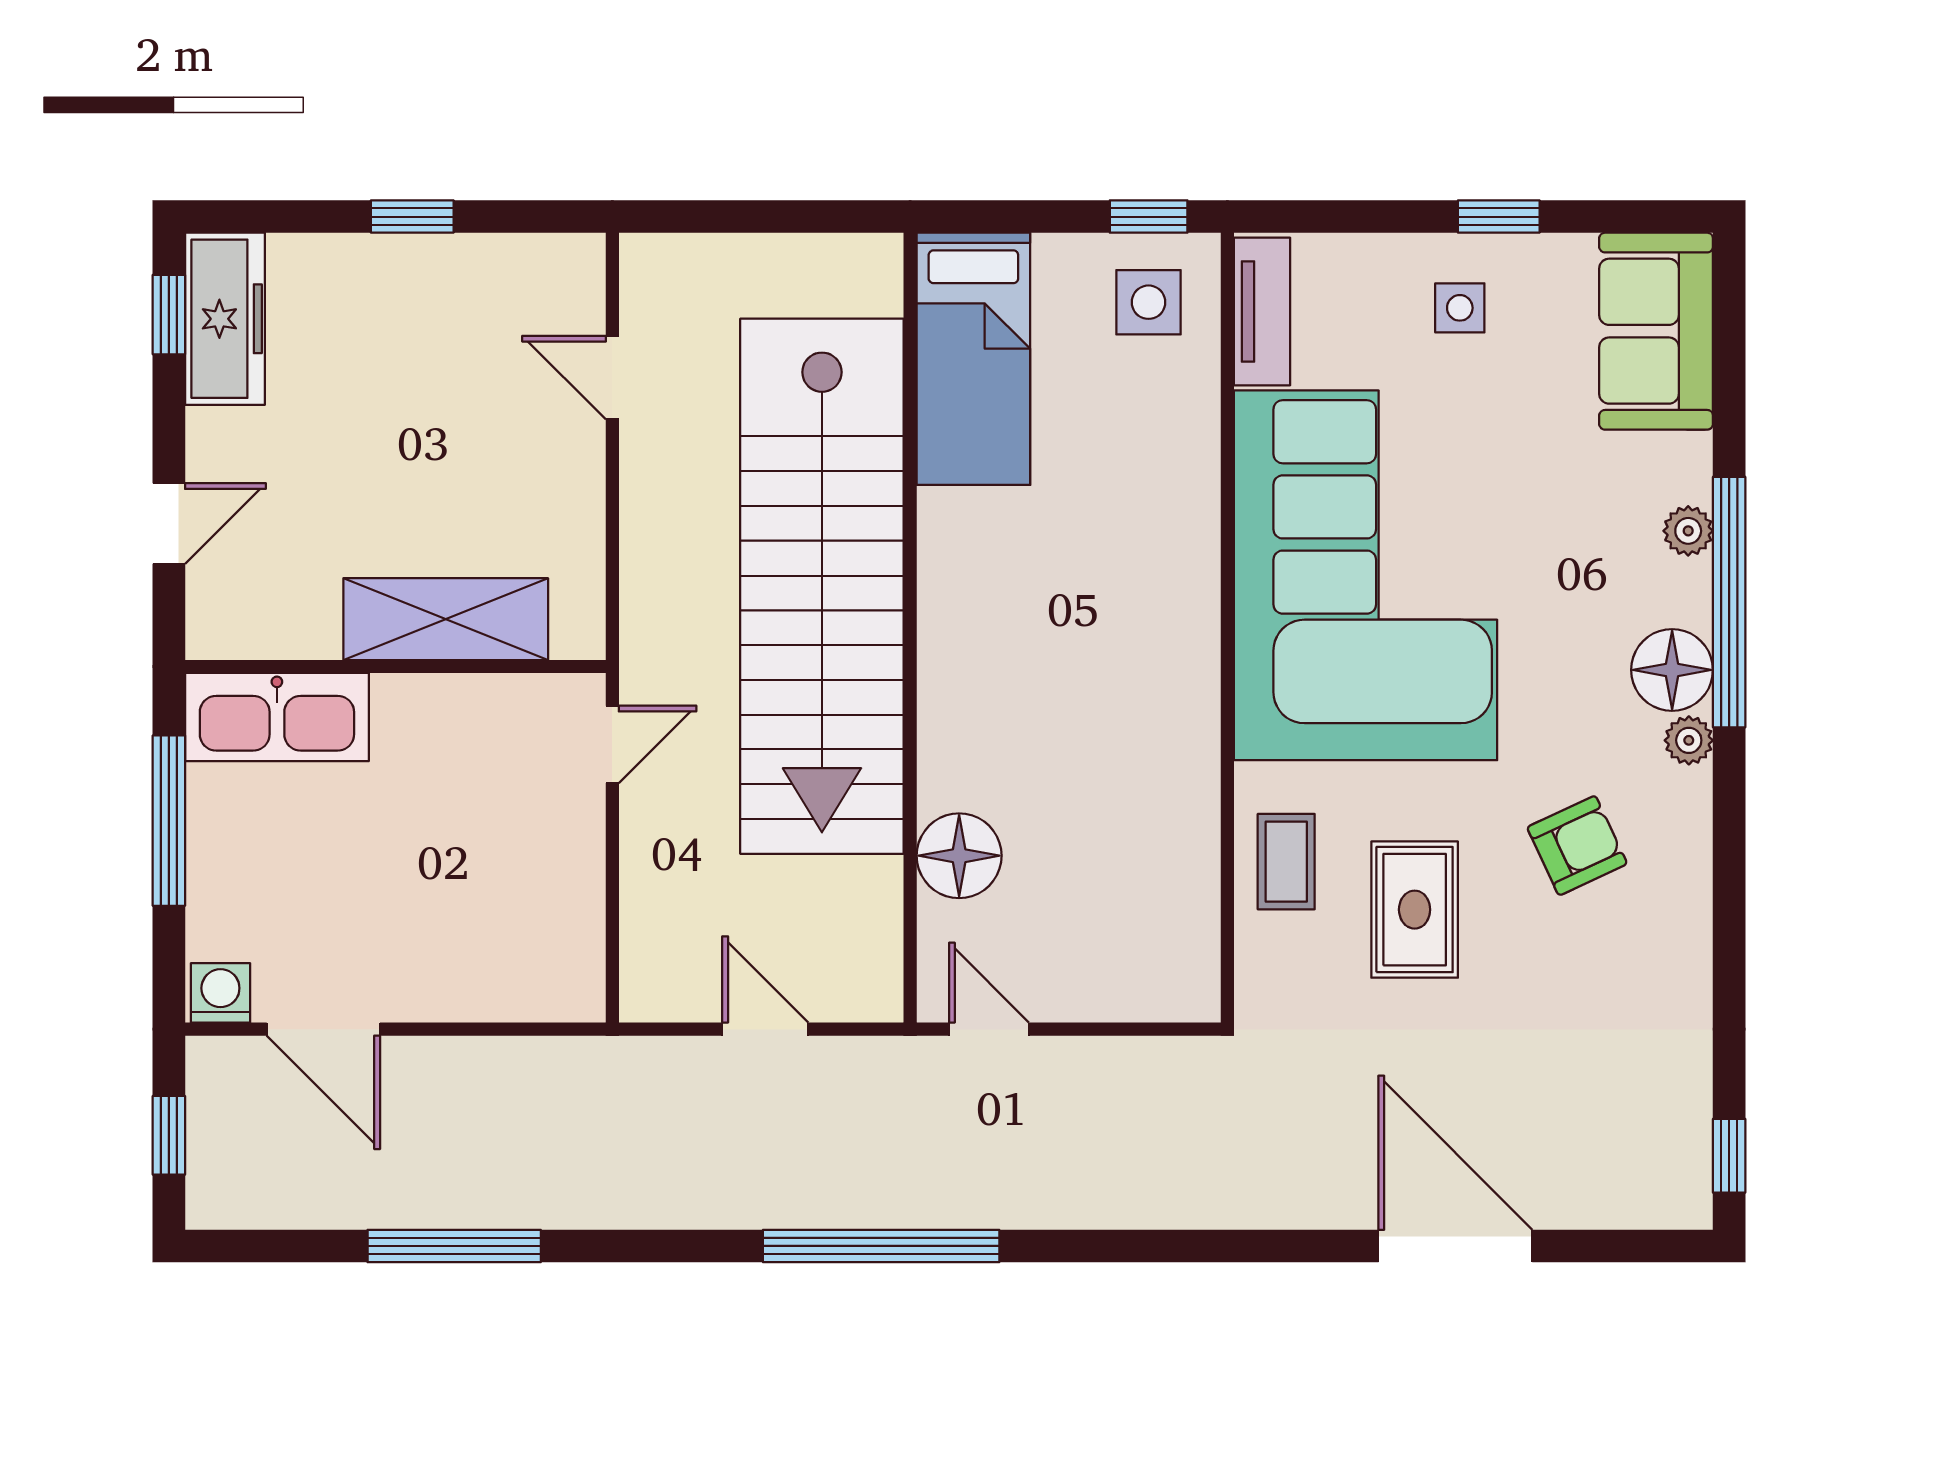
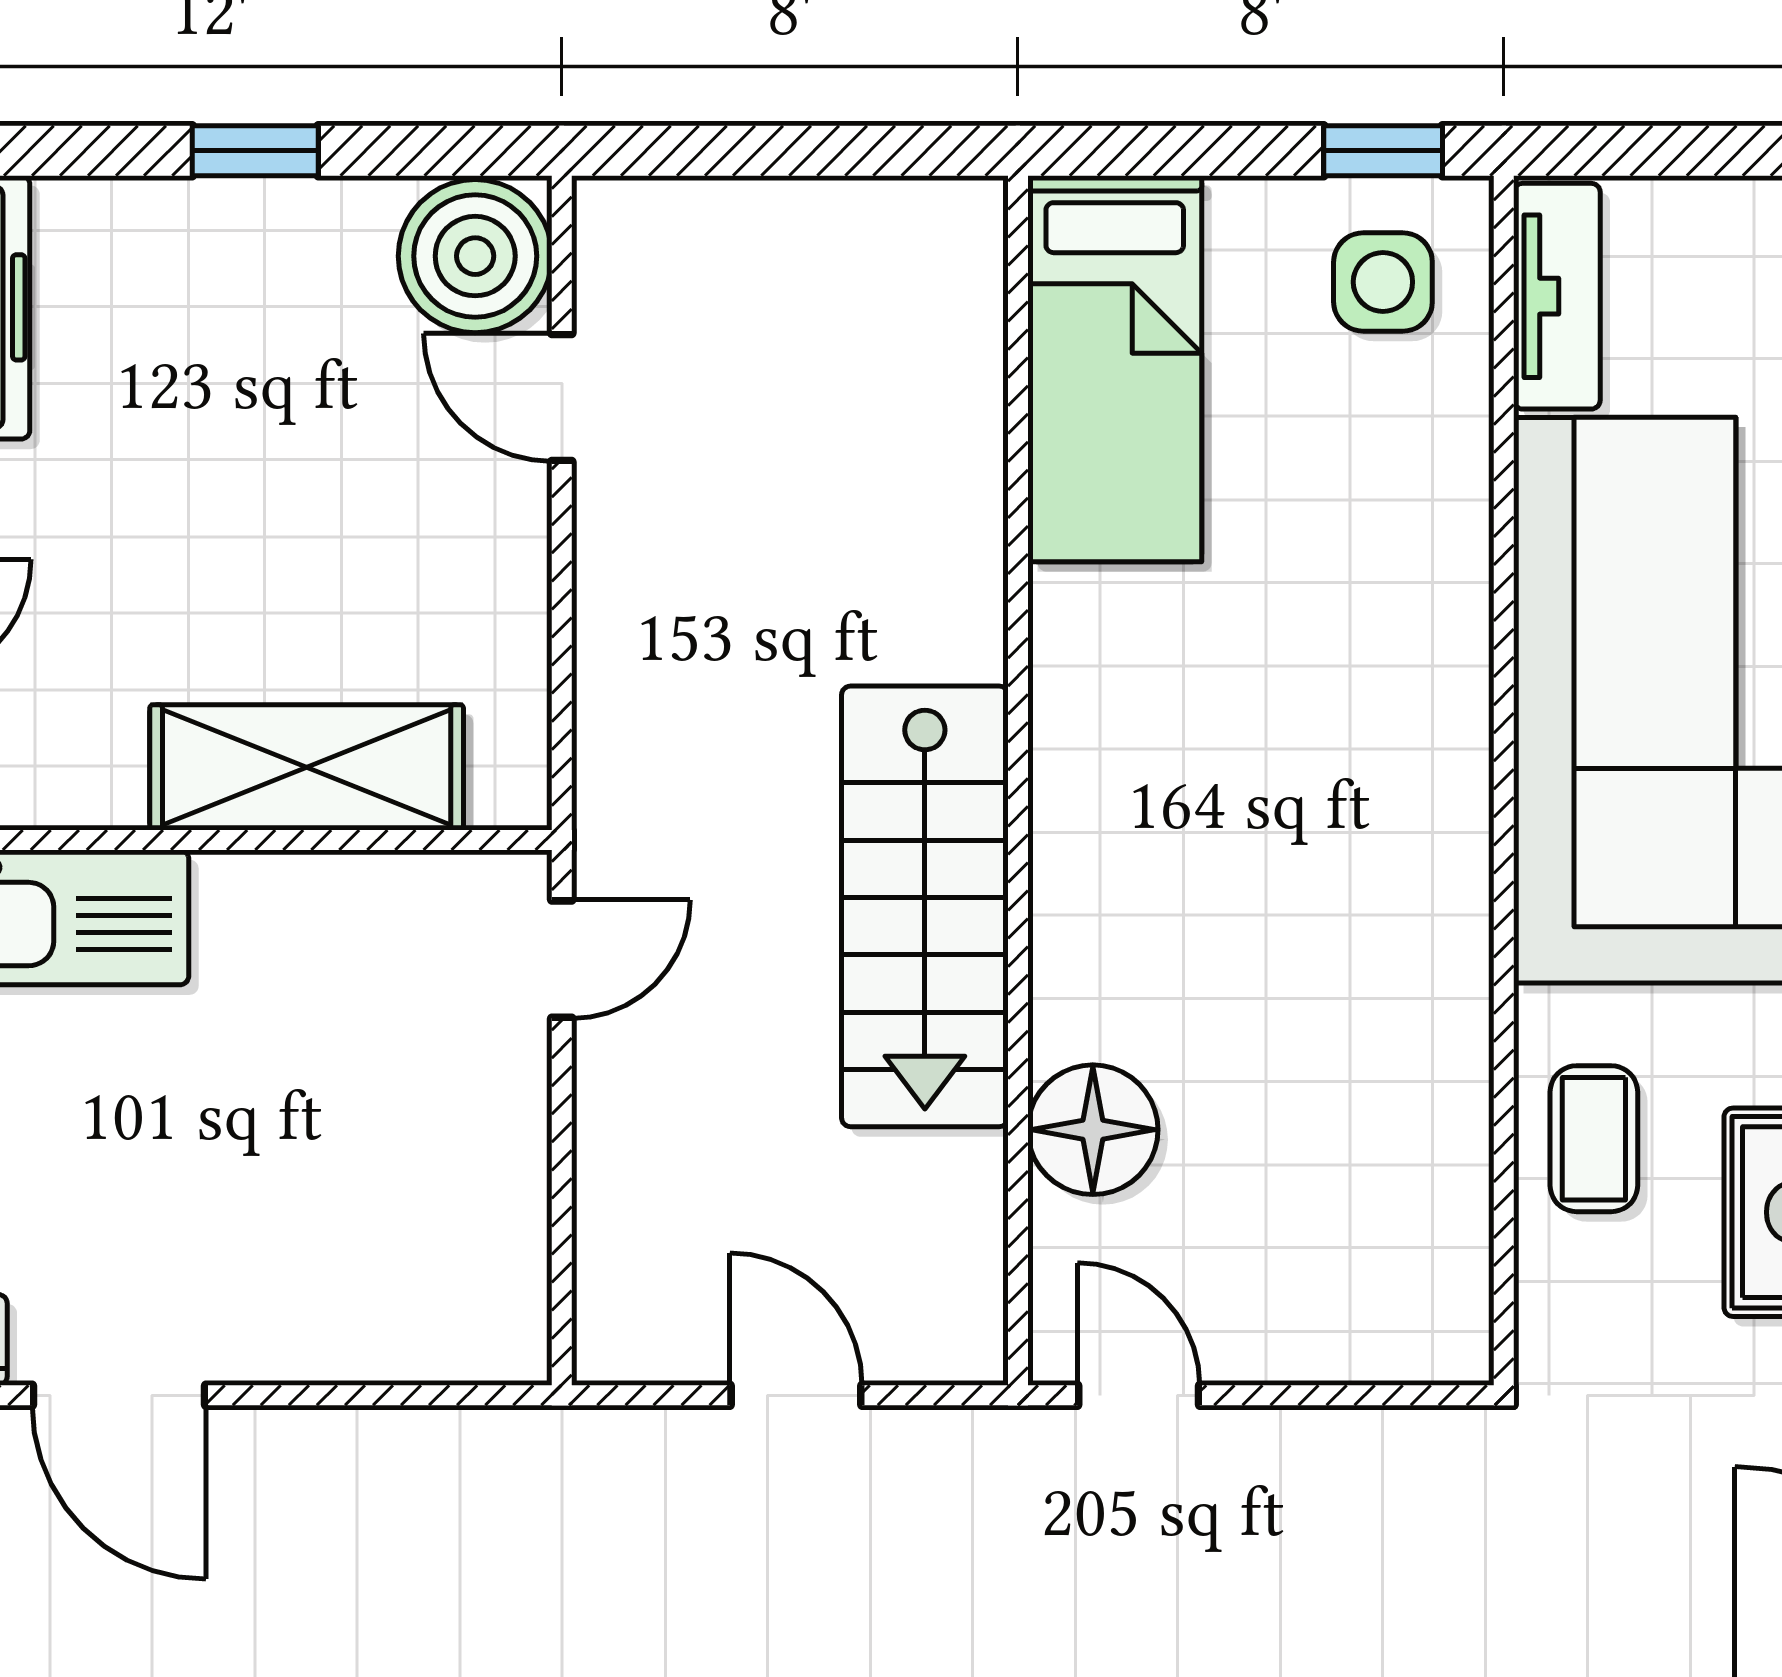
boiler: (556, 285) -> (475, 256), added
stairs: (822, 586) -> (925, 906), width x0.54, depth x0.66

